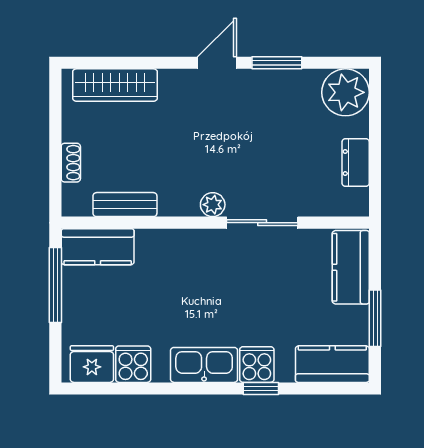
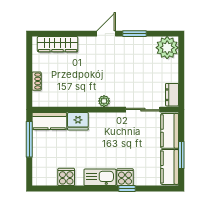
dresser: (356, 163) -> (172, 95), moved
bench: (125, 205) -> (62, 101), removed
sliding door: (262, 223) -> (143, 110), moved
fridge: (92, 364) -> (78, 121), moved, turned 180
kitchen counter: (332, 364) -> (170, 167), moved, turned -90

